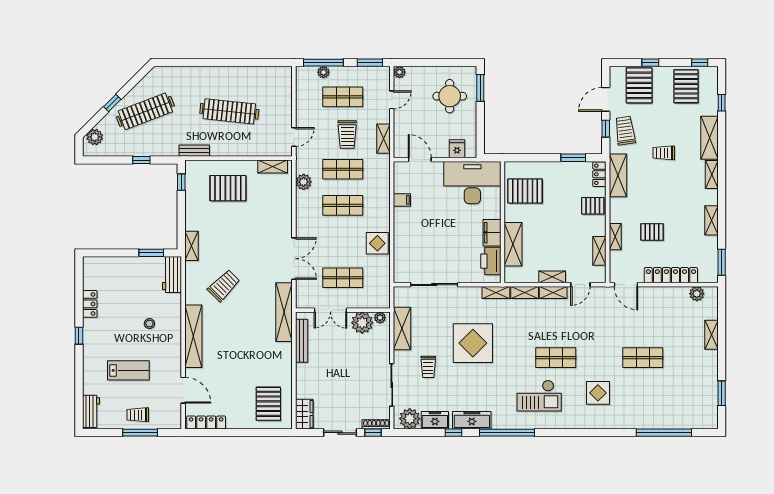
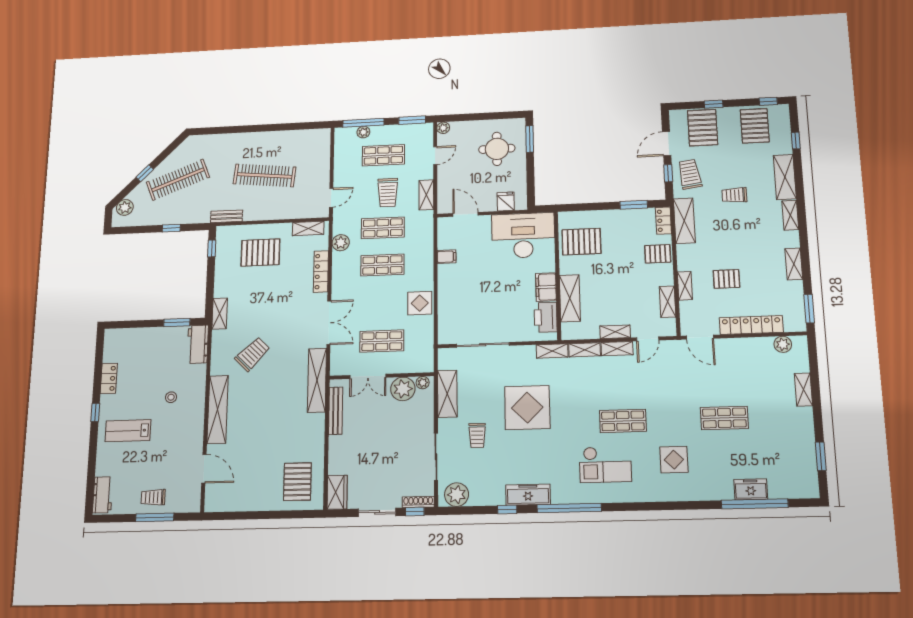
lab bench: (128, 370) -> (128, 431), moved, turned 180
freezer: (435, 420) -> (751, 489), moved
locker: (206, 422) -> (321, 272), moved, turned -90

